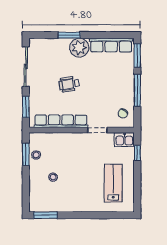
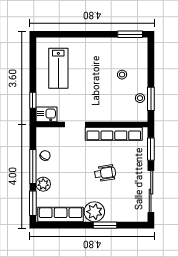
plant: (127, 74) -> (43, 184), added
chair: (123, 113) -> (45, 156), moved

